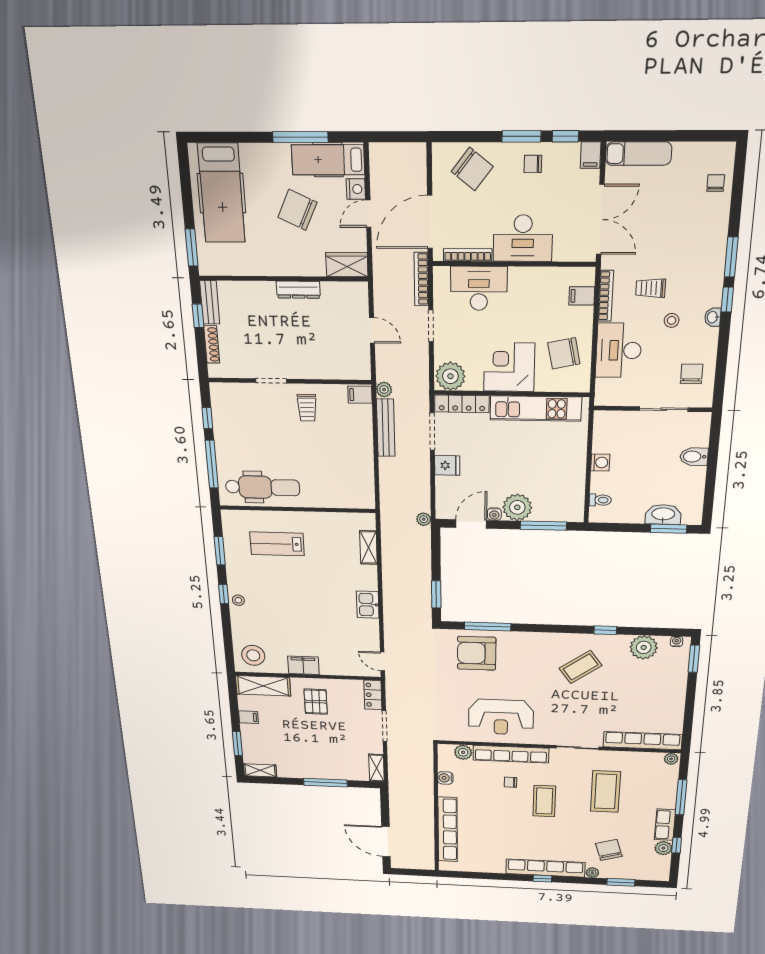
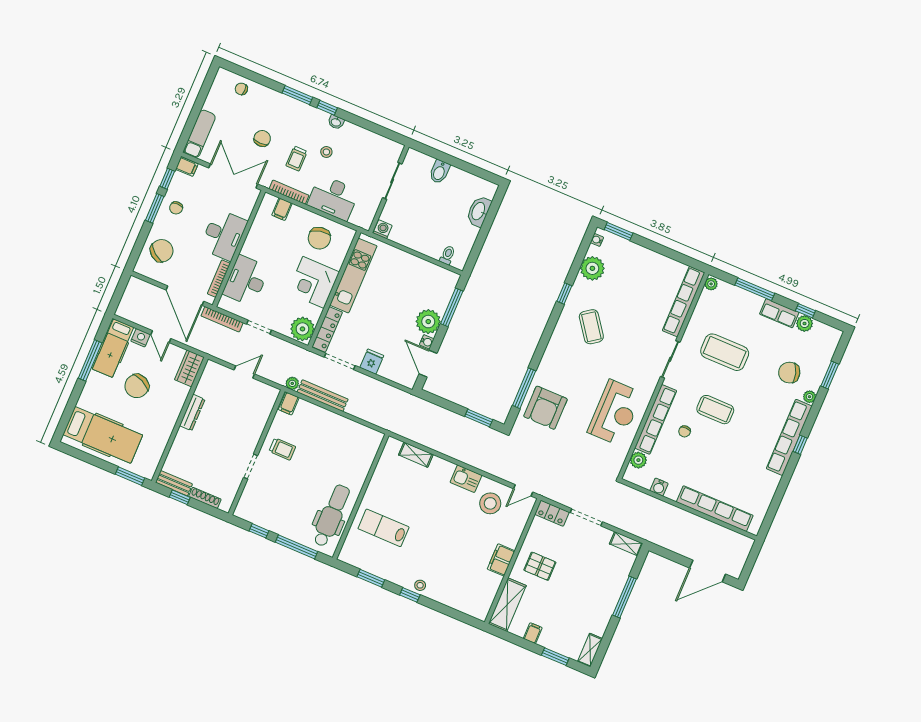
chair: (692, 374) -> (262, 138), moved, turned 90
washing machine: (600, 462) -> (383, 229), moved
plant: (424, 519) -> (409, 399), removed
window: (669, 529) -> (493, 211), removed
lab bench: (277, 544) -> (384, 528), turned 90
stool: (253, 655) -> (490, 503), moved

